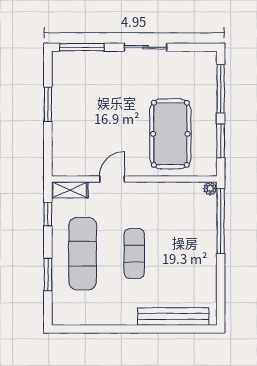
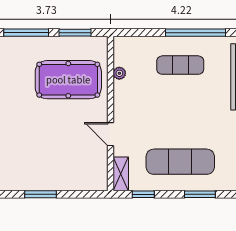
plant: (210, 189) -> (119, 73), moved
window: (221, 221) -> (195, 33), moved
exercise mat: (134, 254) -> (180, 65), moved

